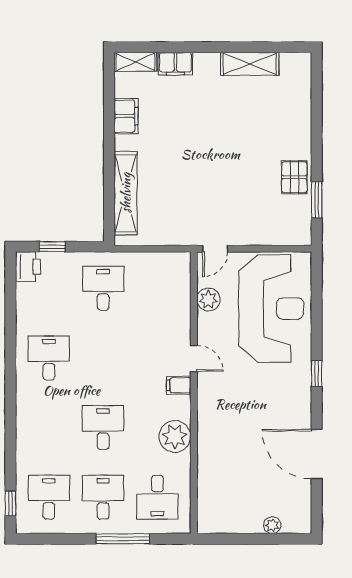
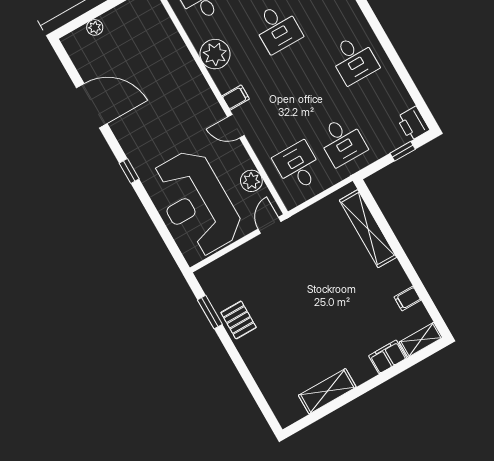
filing cabinet: (126, 116) -> (407, 299), width x0.50
desk: (157, 288) -> (298, 166), added

